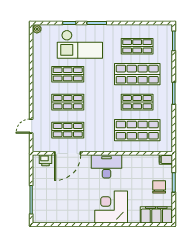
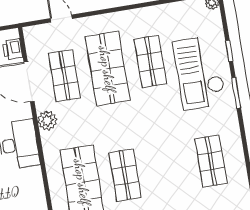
shop shelf: (137, 74) -> (168, 168), removed
shop shelf: (68, 102) -> (107, 69), width x1.43, depth x1.36
plant: (94, 146) -> (47, 121), added

